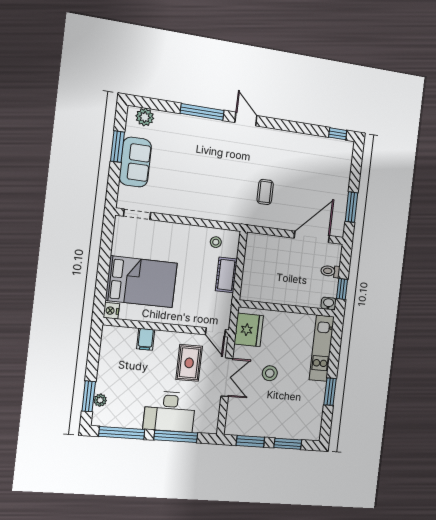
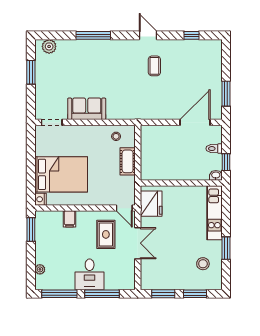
door: (246, 119) -> (148, 35), moved
window: (338, 134) -> (192, 35), moved
sofa: (135, 162) -> (87, 109), moved, turned -90
coffee table: (265, 192) -> (154, 66), moved
stool: (270, 373) -> (203, 264), moved
window: (89, 396) -> (31, 230), moved
desk: (170, 412) -> (90, 274), width x0.73

